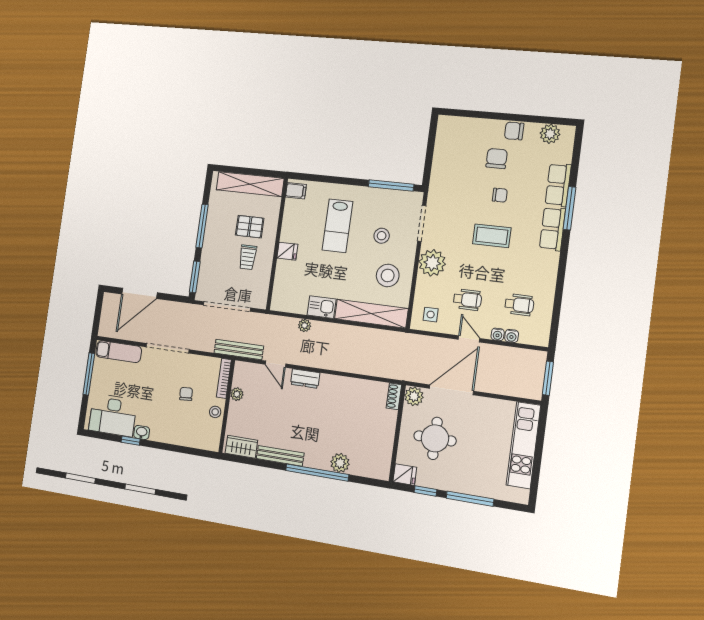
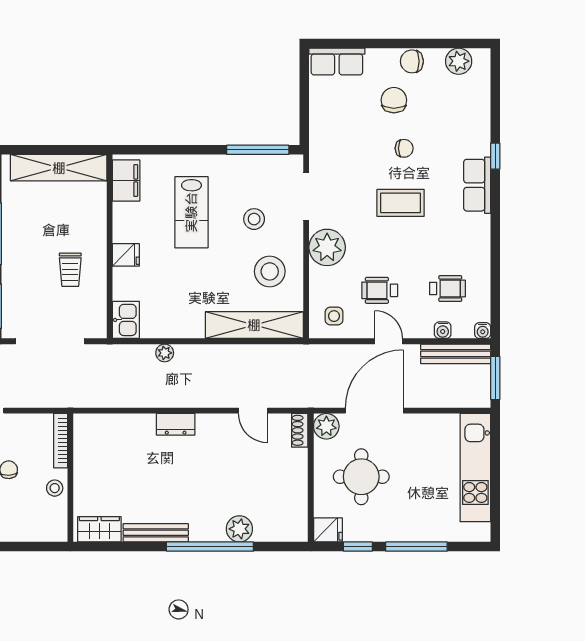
row of seats: (558, 185) -> (337, 62), moved, turned -90
filing cabinet: (296, 191) -> (126, 181), width x2.00
window: (569, 208) -> (495, 156), width x0.46
pallet: (250, 227) -> (67, 227), removed
wheelchair: (467, 300) -> (380, 290), turned 180
kitchen sink: (322, 307) -> (126, 320), moved, turned 90
water cooler: (498, 334) -> (483, 331), moved
bench: (239, 349) -> (456, 354), moved
door: (276, 364) -> (253, 411), moved
plant: (237, 394) -> (82, 459), removed

